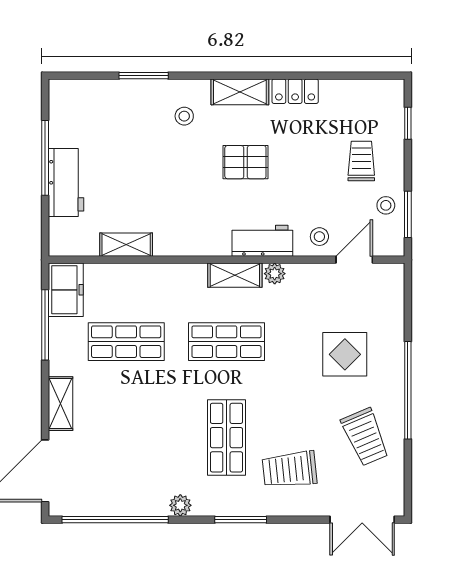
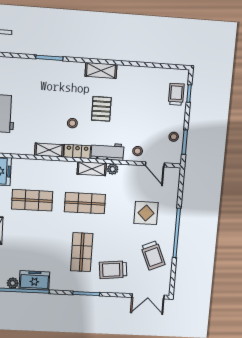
locker: (295, 91) -> (77, 151), moved, turned 180
stool: (184, 116) -> (72, 123), moved
trolley: (361, 161) -> (176, 94), moved
pallet: (245, 162) -> (101, 109), turned 90
shelving: (126, 245) -> (49, 150), moved
door: (354, 260) -> (155, 164), swing flipped
freezer: (139, 498) -> (34, 280), added
plant: (180, 505) -> (13, 283), moved

